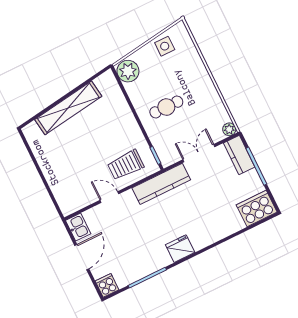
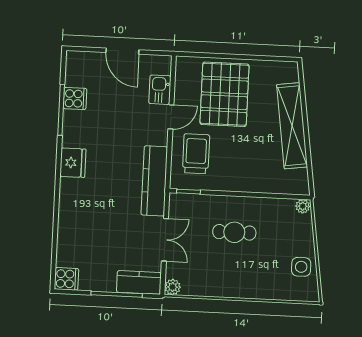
plant: (128, 71) -> (303, 206), width x0.53, depth x0.53
cafe table: (166, 107) -> (234, 232), turned 90
pallet: (72, 168) -> (224, 94), added
cooker: (257, 209) -> (66, 279), width x0.53, depth x0.76
kitchen sink: (78, 227) -> (160, 90), moved, turned 90
cooker: (107, 285) -> (75, 98), moved

